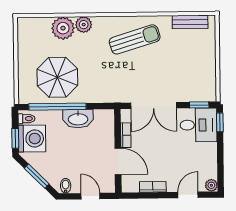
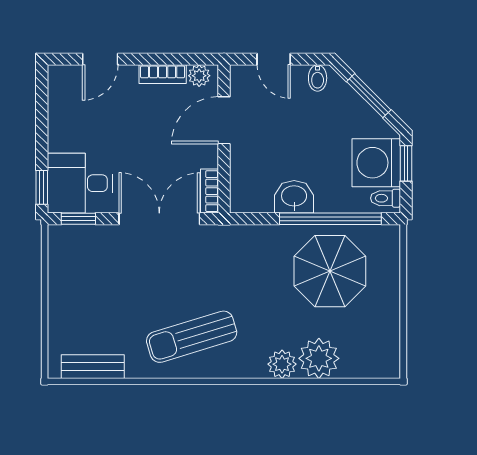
washbasin: (78, 119) -> (294, 197), width x0.72
bookcase: (126, 135) -> (209, 191), moved
door: (118, 161) -> (224, 120), hinge flipped
plant: (211, 185) -> (199, 76), moved

